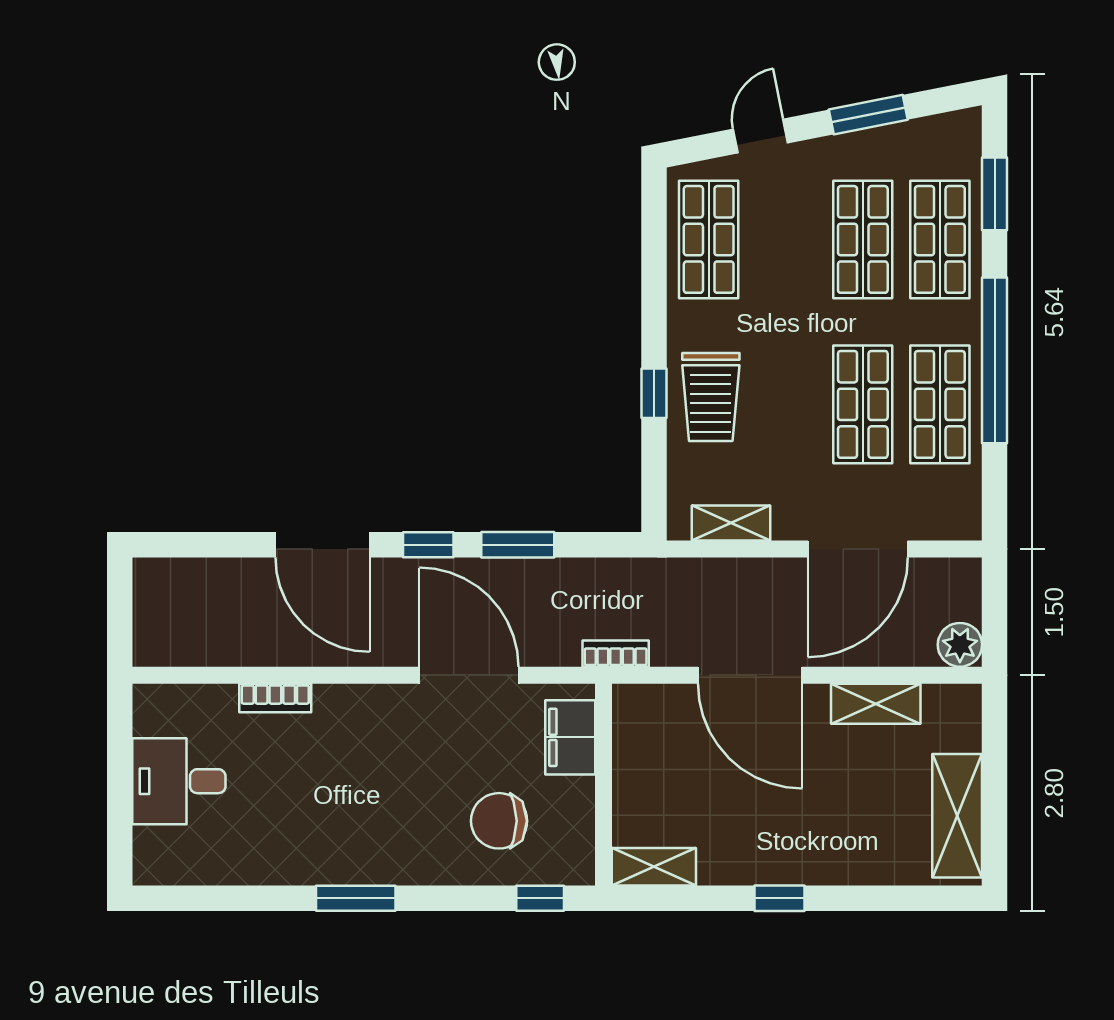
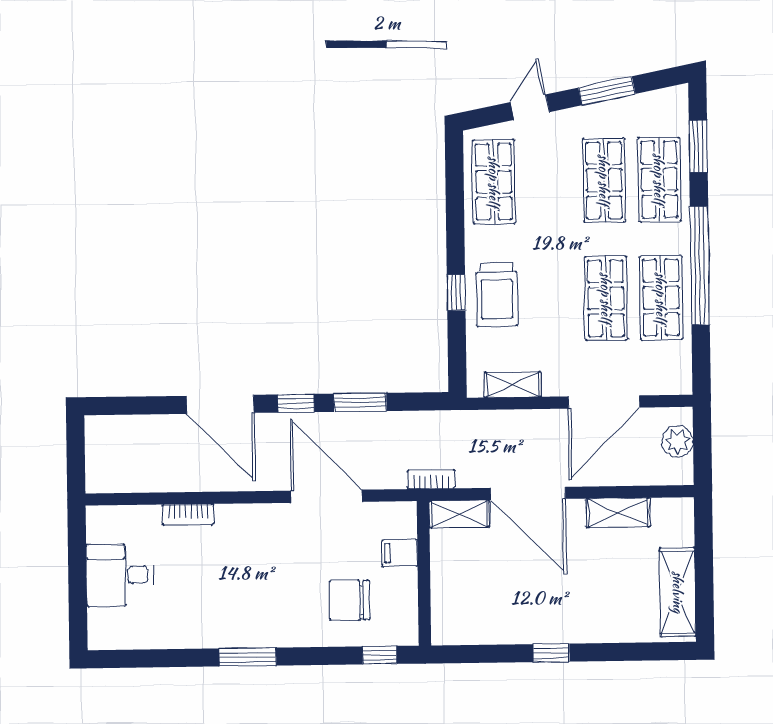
plant: (960, 645) -> (677, 442), moved
filing cabinet: (570, 737) -> (400, 553), width x0.50
shelving: (654, 867) -> (459, 514), moved

